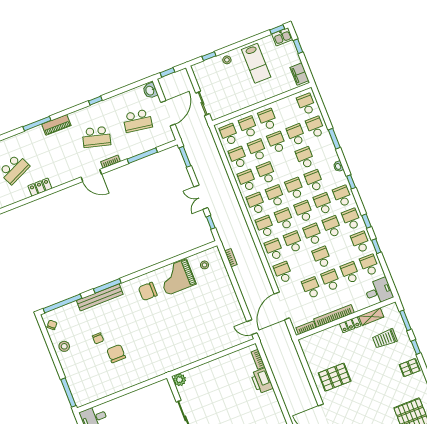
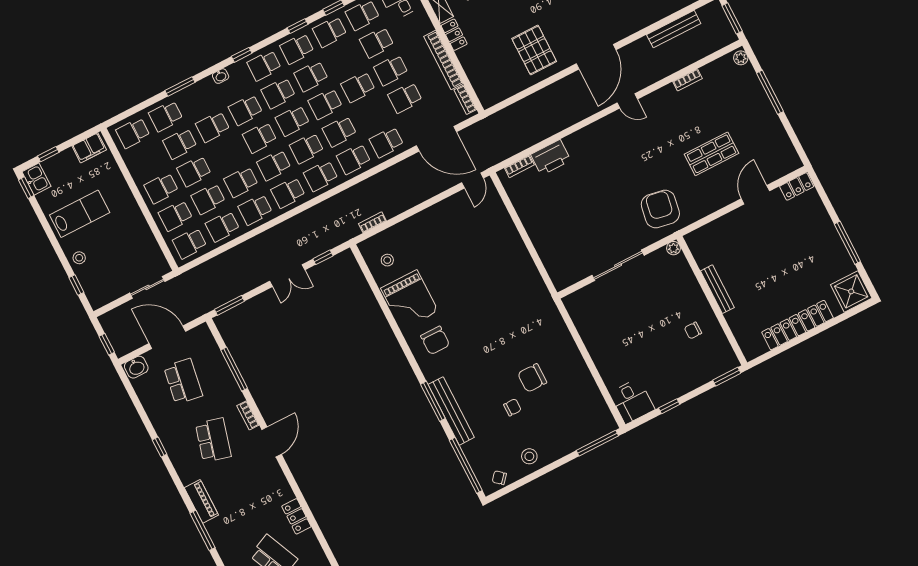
plant: (179, 380) -> (562, 280), removed

